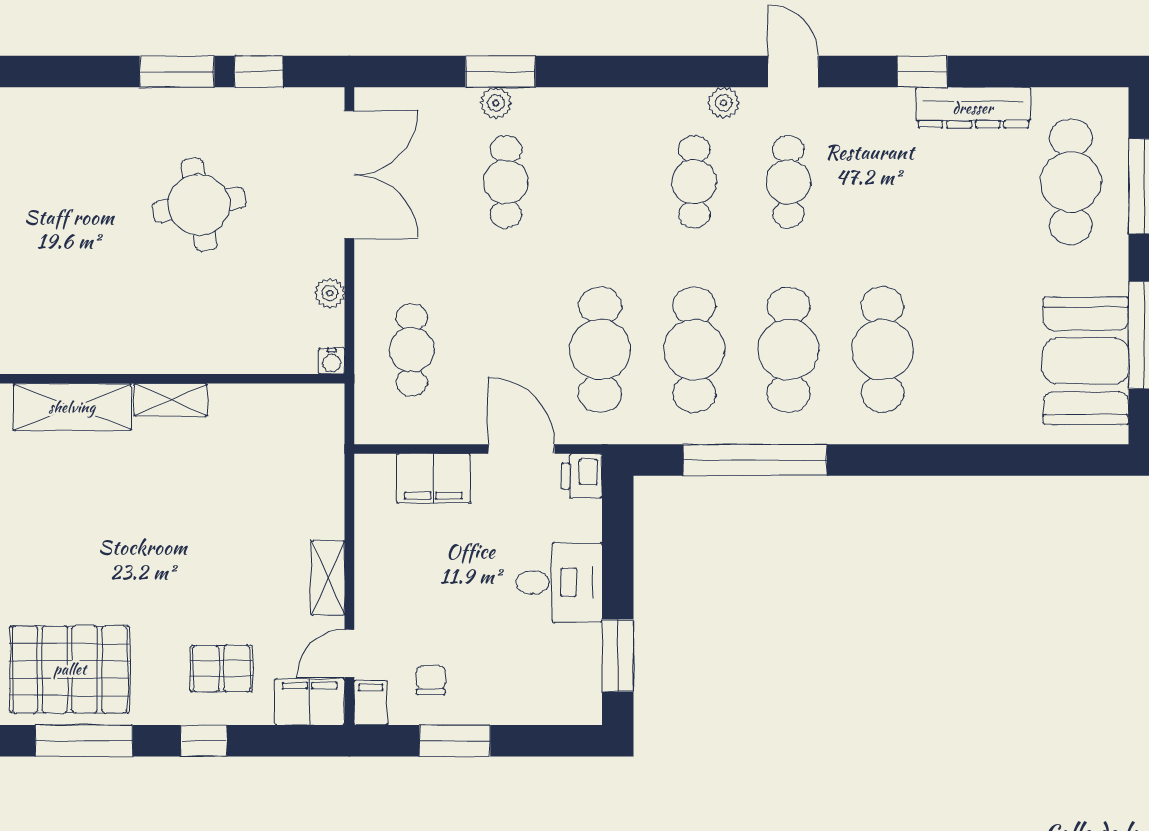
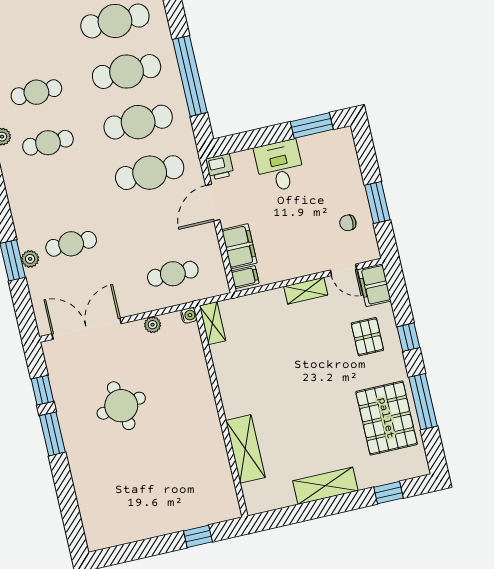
shelving: (171, 400) -> (213, 323), moved
filing cabinet: (371, 703) -> (245, 277), moved, turned 180

